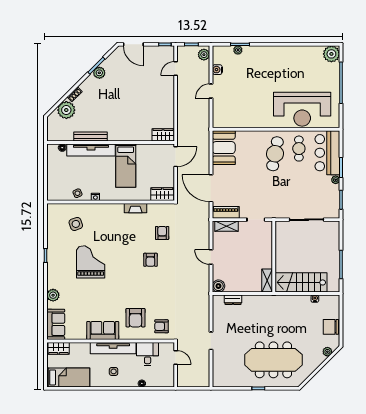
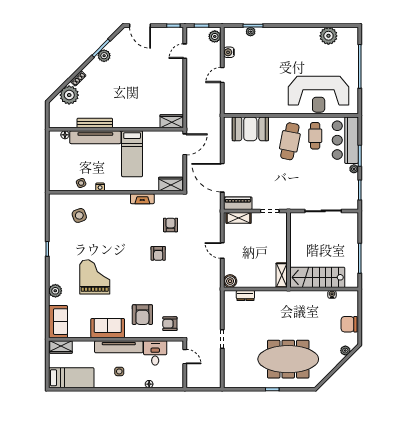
plant: (331, 54) -> (328, 36), moved
booth: (224, 148) -> (250, 129), moved, turned 90
grand piano: (91, 262) -> (95, 277), moved

